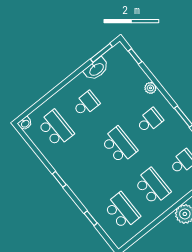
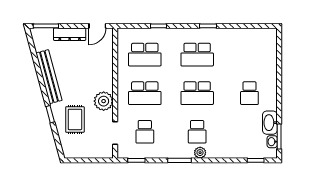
plant: (150, 88) -> (200, 153), moved
washbasin: (25, 123) -> (272, 142), moved
school desk: (56, 128) -> (197, 55), moved

